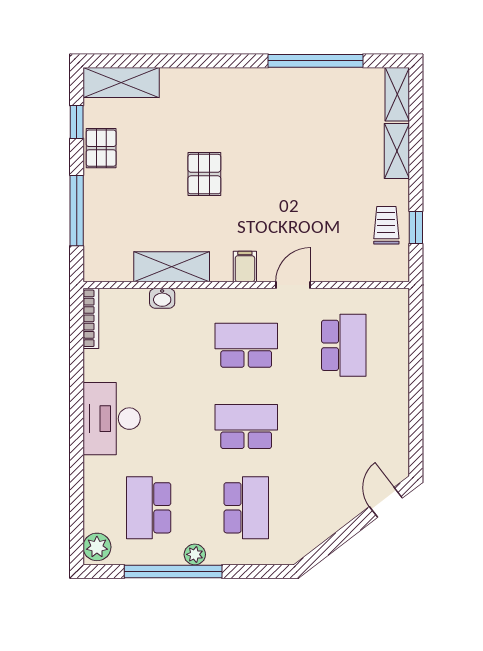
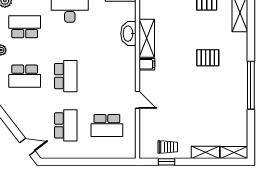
window: (315, 61) -> (251, 85), moved
pallet: (204, 174) -> (208, 58), moved
filing cabinet: (245, 267) -> (147, 64), moved
washbasin: (162, 298) -> (128, 34), width x1.91, depth x1.45
school desk: (246, 345) -> (66, 125), moved

